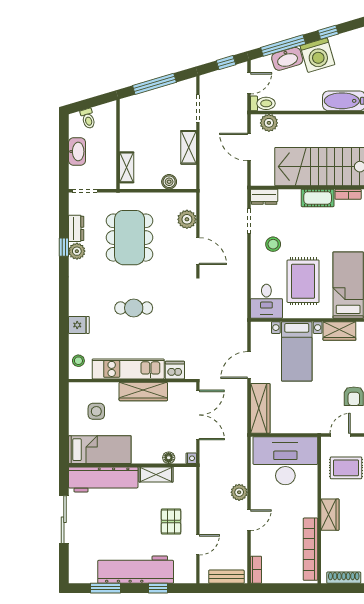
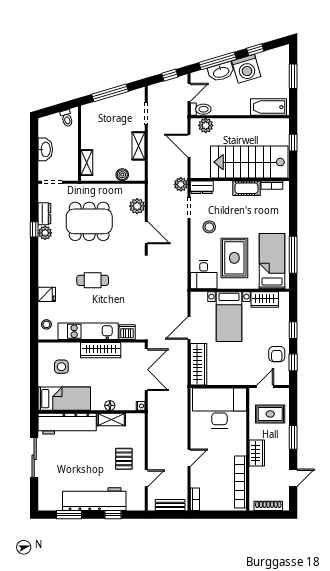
toilet: (88, 119) -> (67, 118), moved
dining table: (130, 238) -> (89, 221), turned 90
floor lamp: (169, 458) -> (110, 405), moved
plant: (239, 492) -> (181, 184), moved

